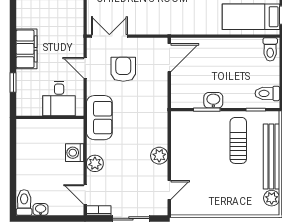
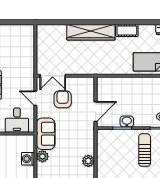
double door: (109, 36) -> (53, 76), swing flipped
door: (169, 58) -> (95, 112), moved
plant: (95, 163) -> (42, 156), moved

